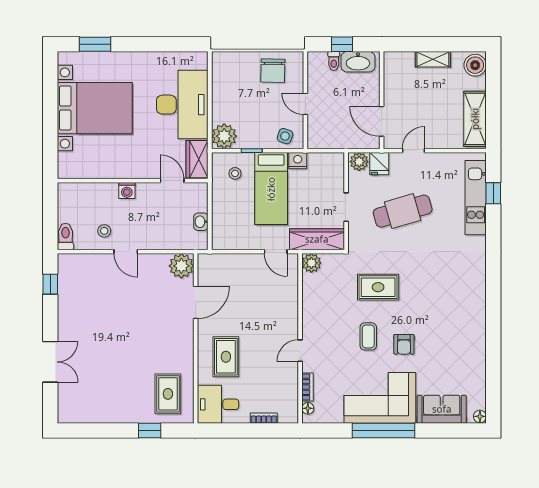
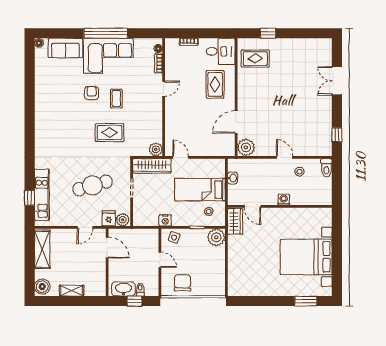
desk: (182, 105) -> (245, 259), removed
bed: (271, 189) -> (200, 190), moved, turned -90
rug: (168, 394) -> (255, 59), turned 90

